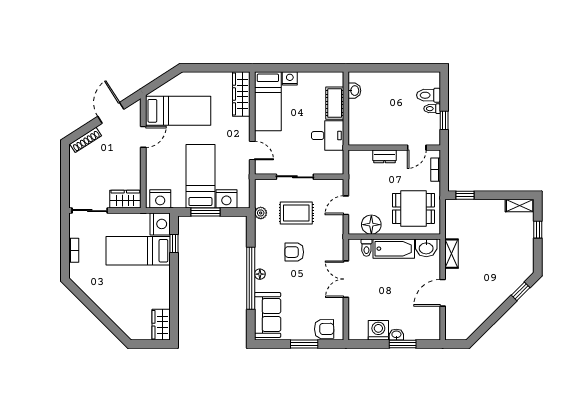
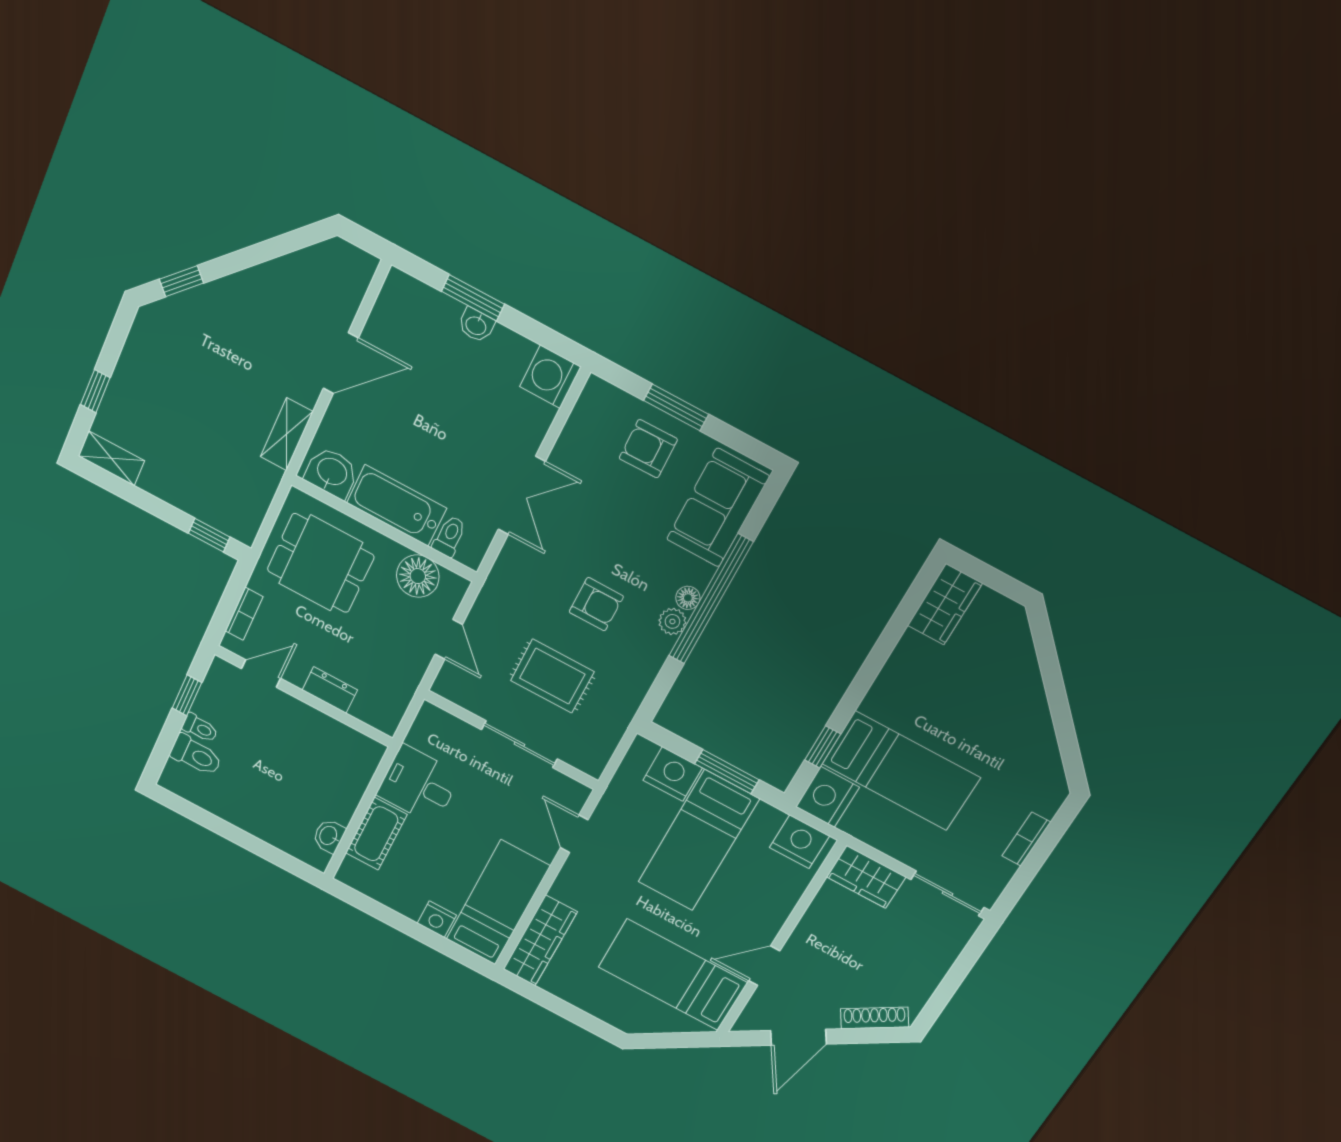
door: (346, 205) -> (449, 639), hinge flipped
plant: (261, 213) -> (672, 621), moved
armchair: (324, 329) -> (648, 449), moved
washing machine: (378, 330) -> (550, 377), moved, turned 90

